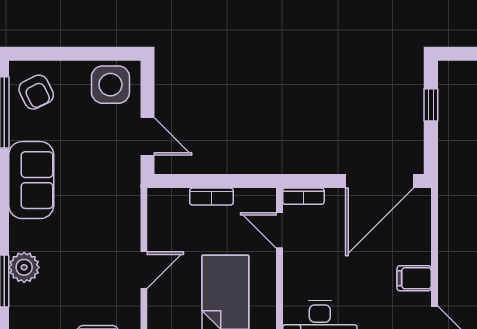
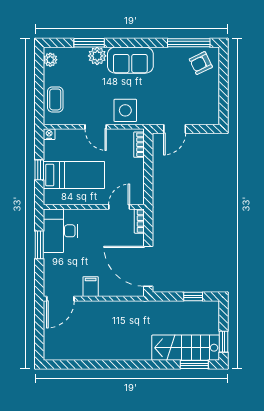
side table: (110, 85) -> (125, 110), moved
sofa: (31, 180) -> (130, 60), moved
bookcase: (211, 197) -> (139, 145), moved

